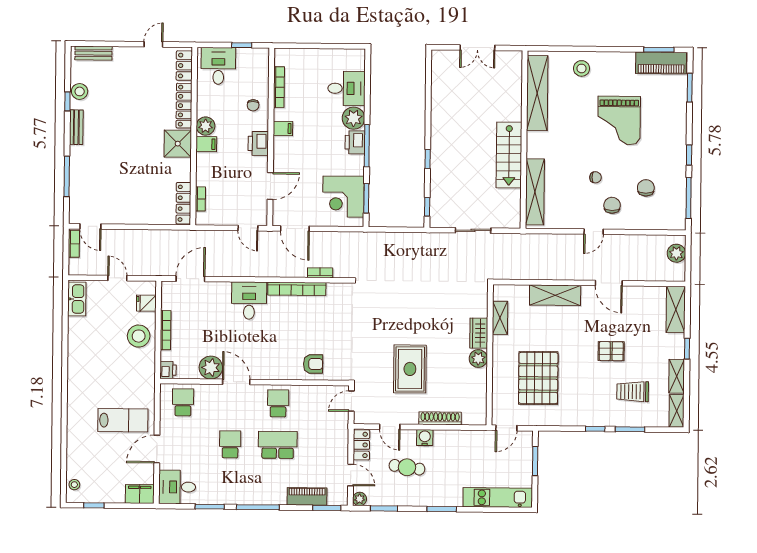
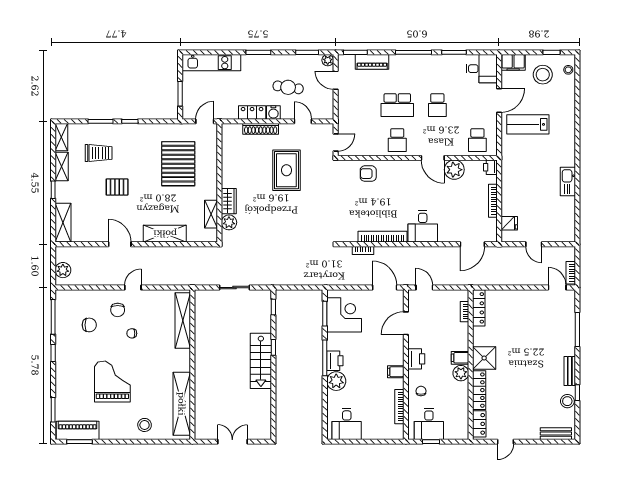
desk: (218, 66) -> (429, 424), moved
desk: (346, 88) -> (347, 424), moved, turned -90
stairs: (509, 155) -> (261, 361), moved, turned 180
chair: (646, 188) -> (89, 325), turned -90
kitchen sink: (77, 299) -> (568, 182), moved
stool: (139, 336) -> (543, 75), moved
plant: (478, 359) -> (229, 222), moved
locker: (361, 445) -> (252, 112), moved, turned 90

